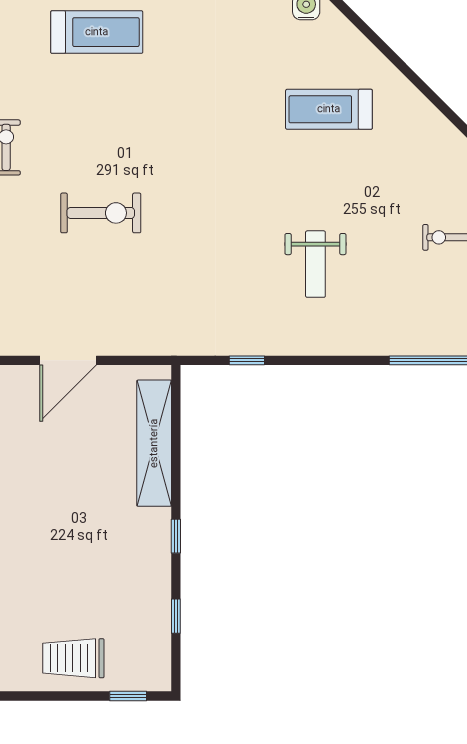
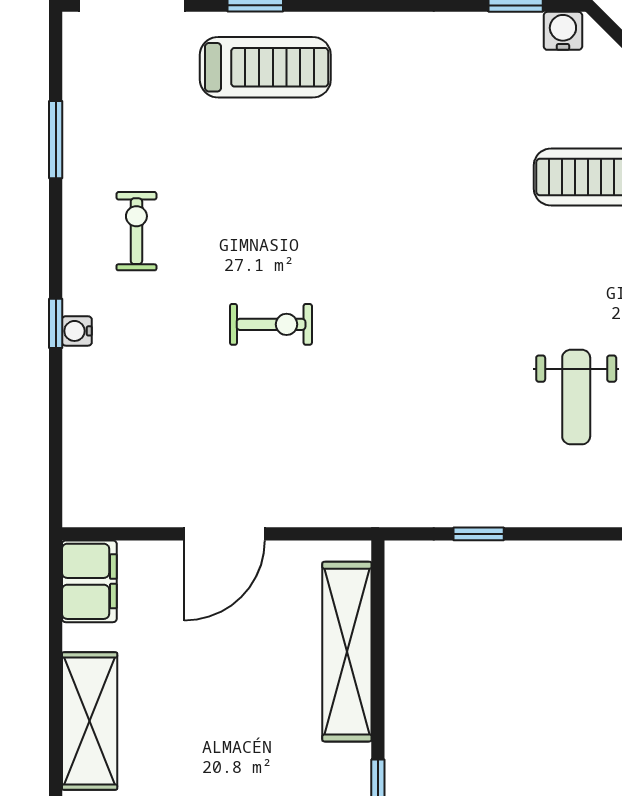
exercise bike: (101, 213) -> (271, 324), width x0.73, depth x0.72

